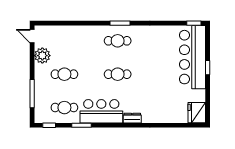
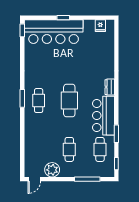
cafe table: (118, 74) -> (69, 101), width x1.37, depth x1.35
fridge: (197, 113) -> (100, 26), width x0.53, depth x0.75

